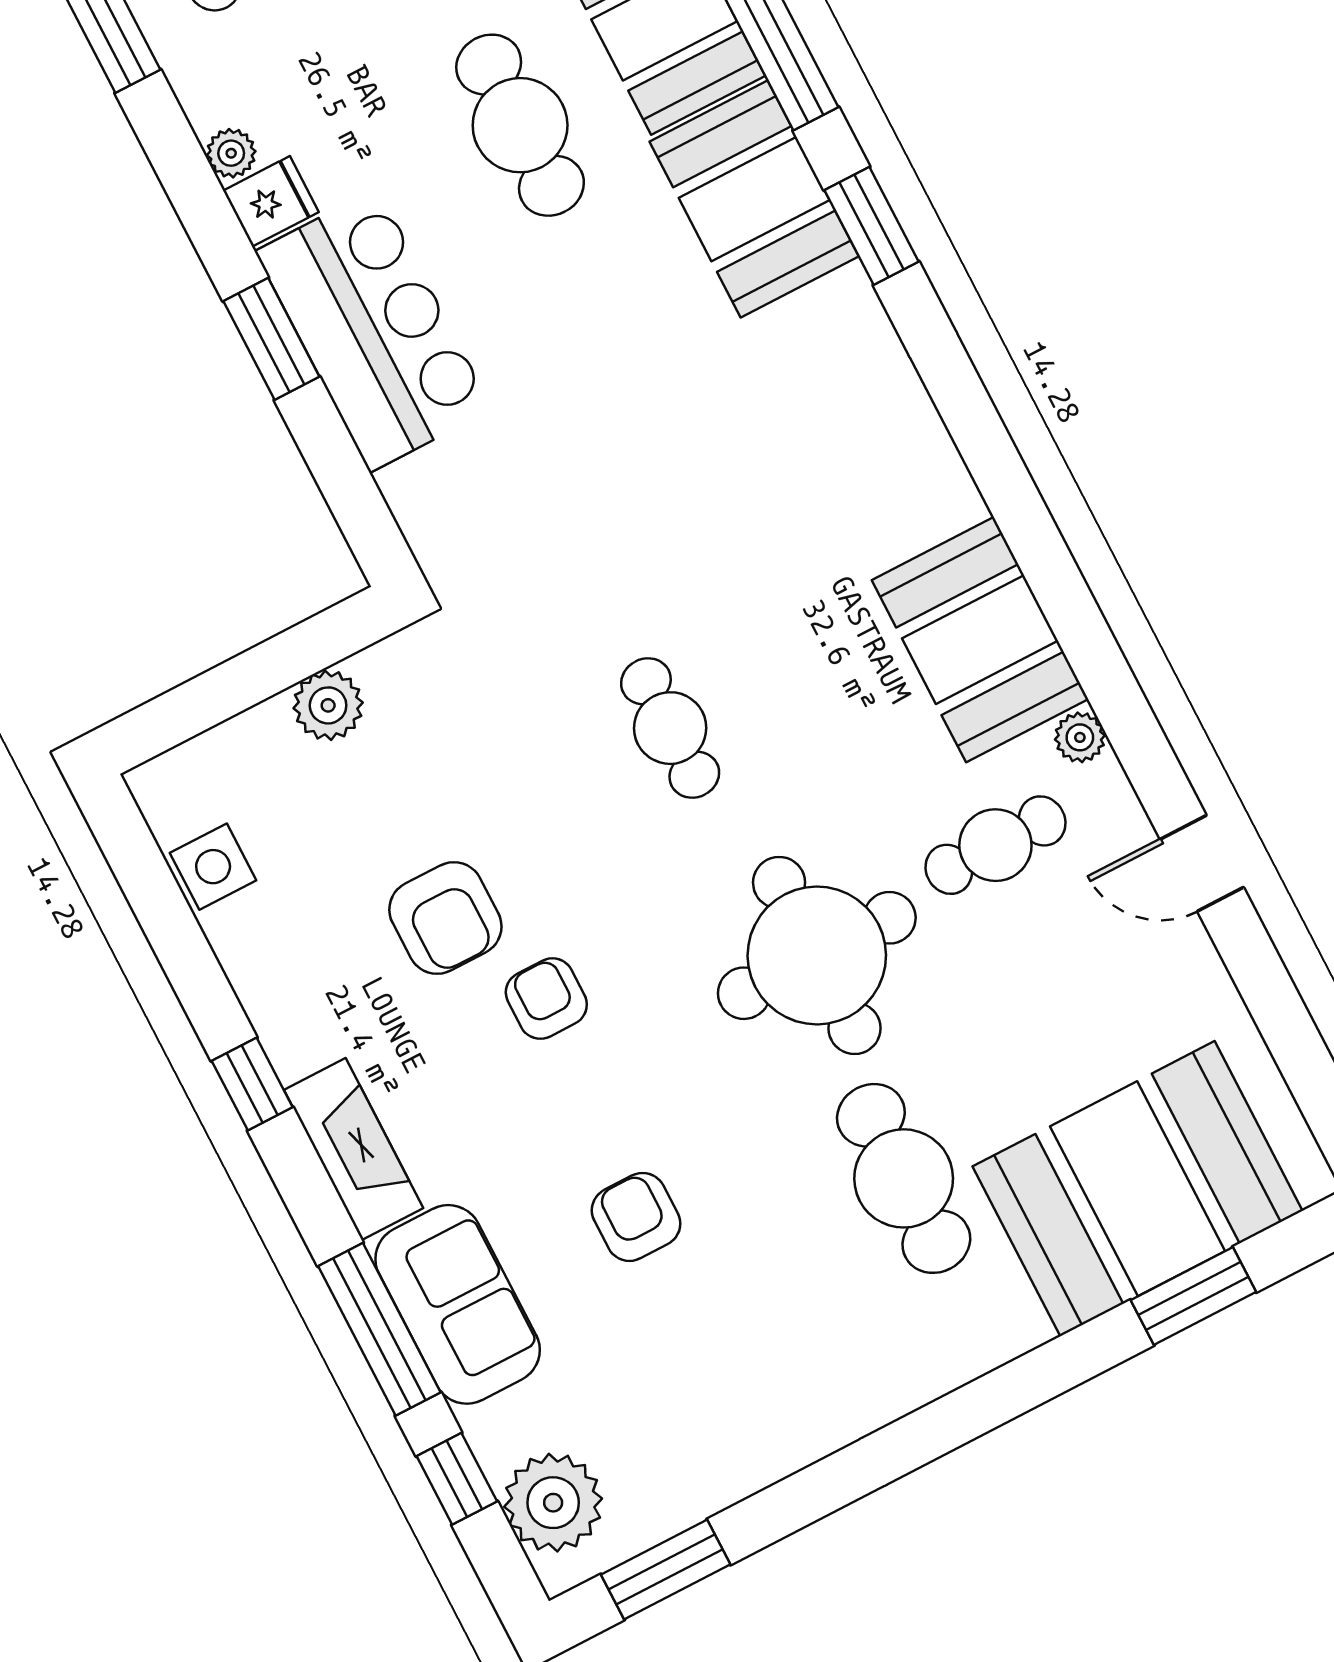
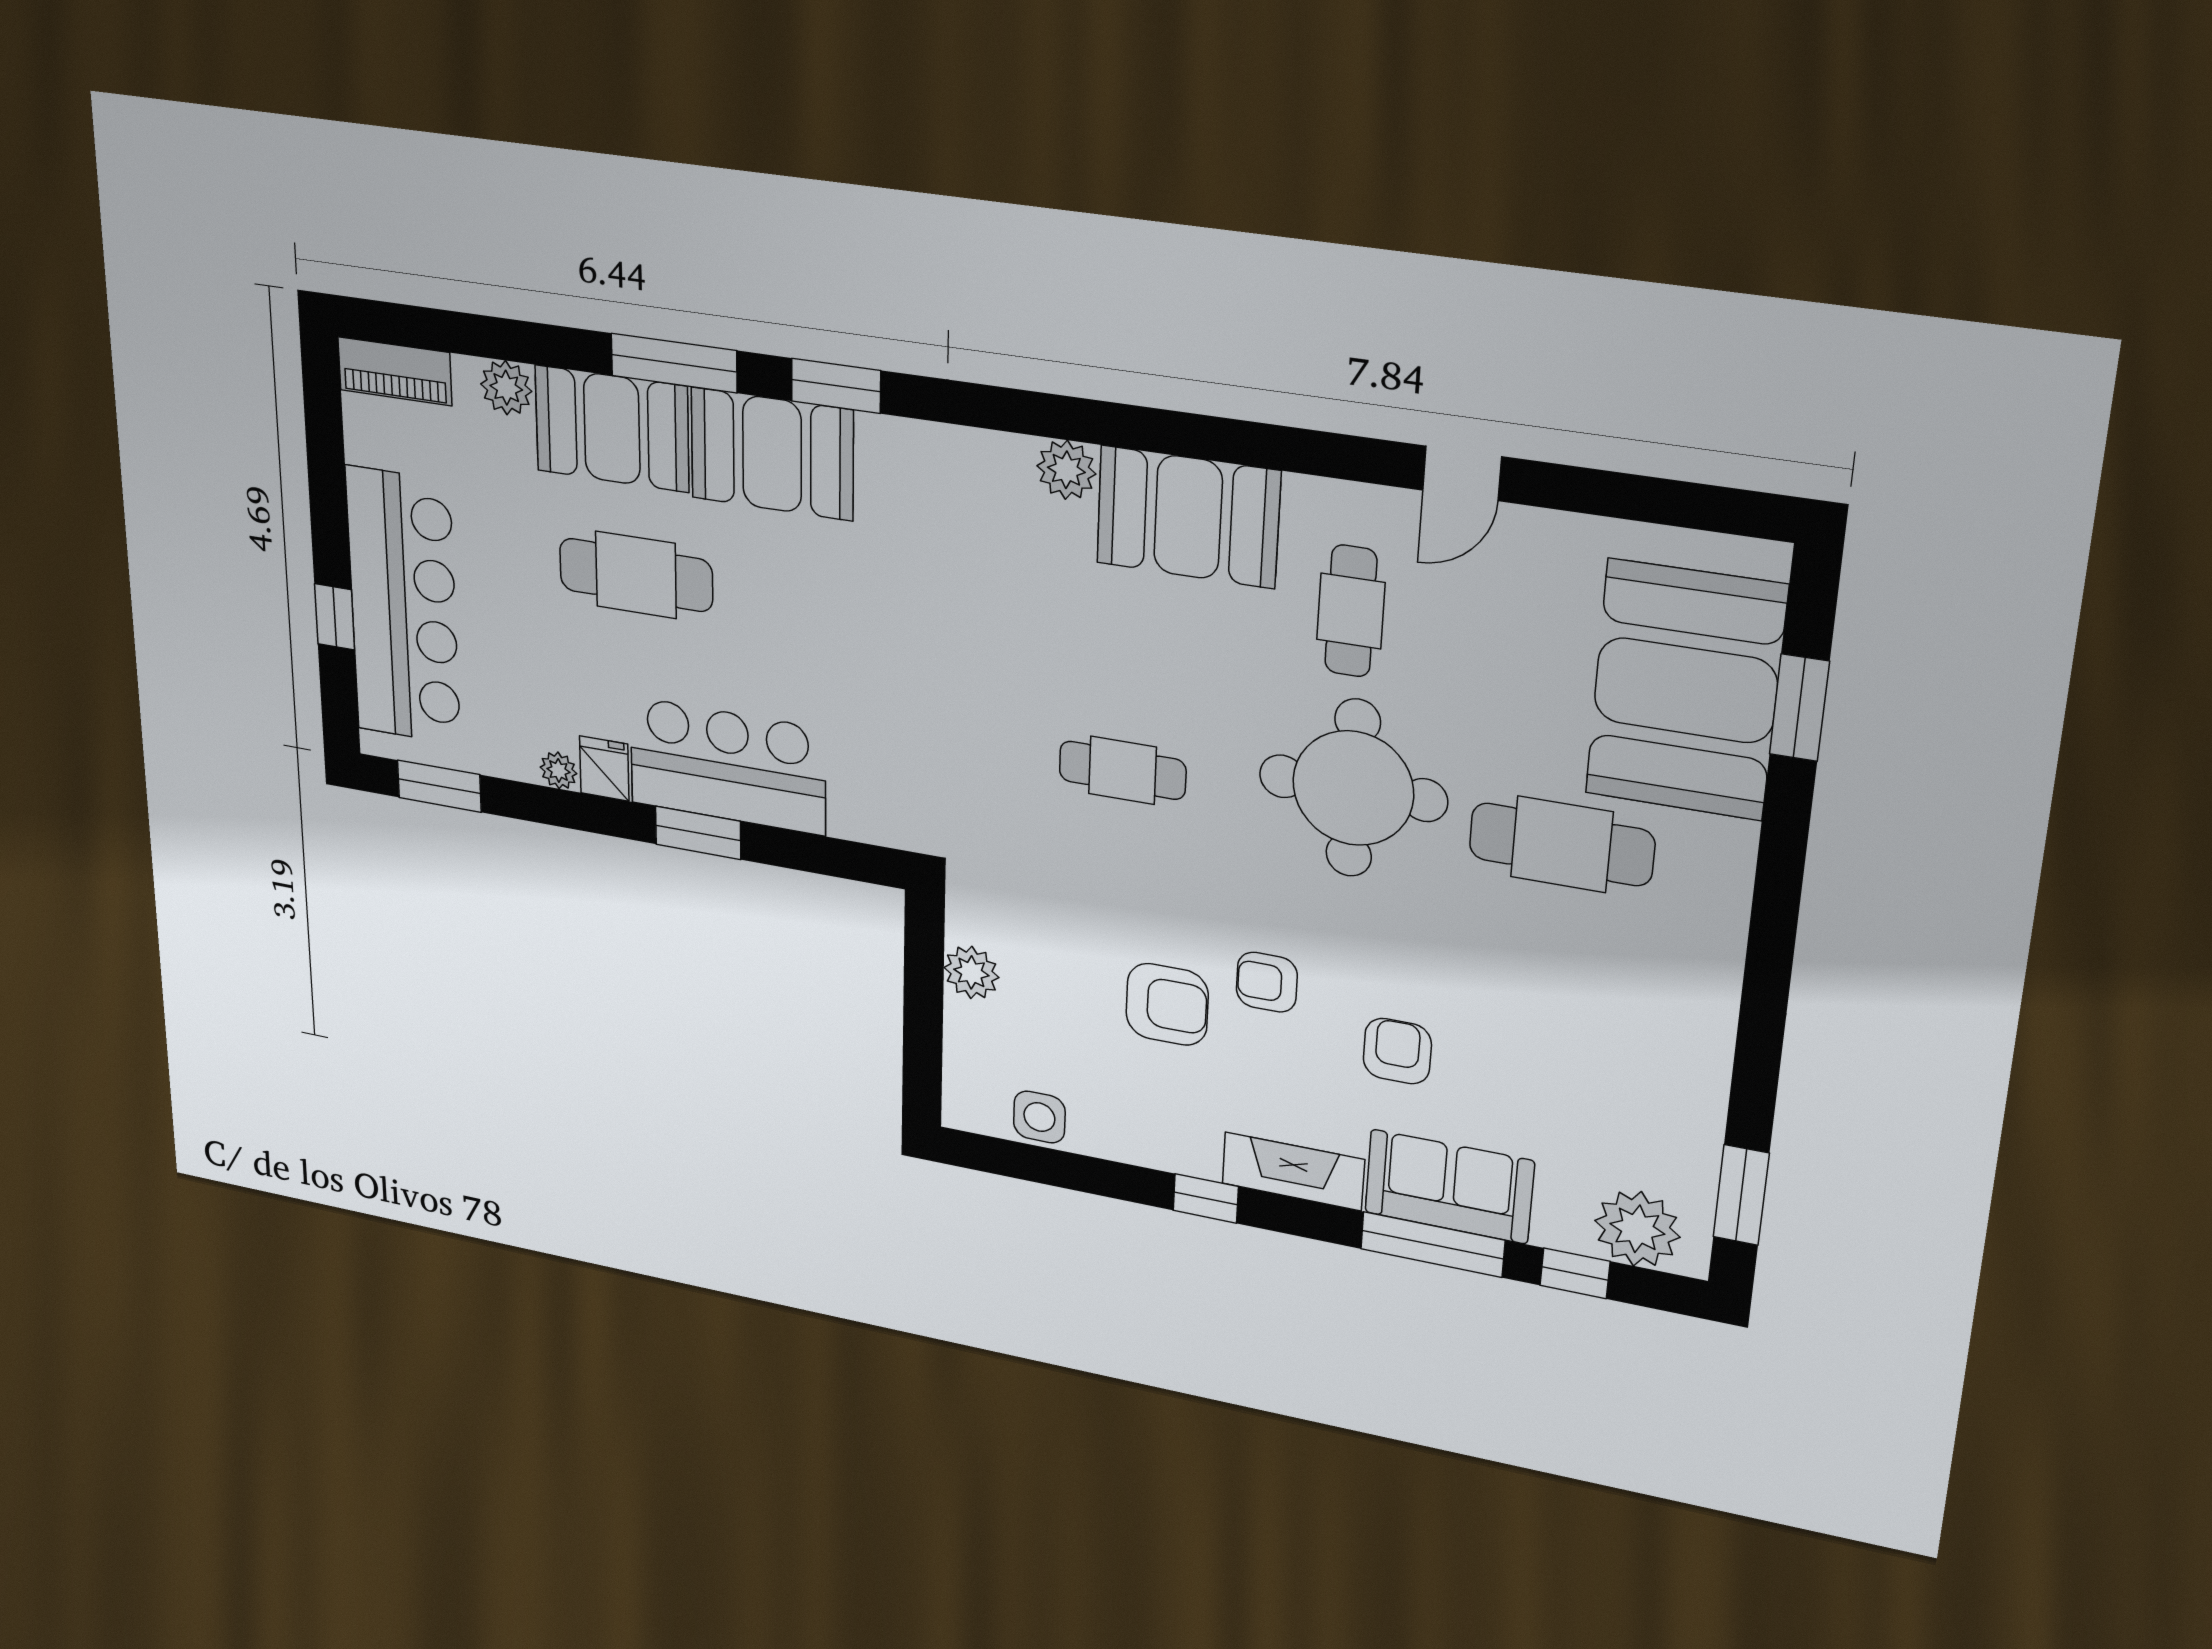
plant: (1080, 737) -> (1066, 470), moved, width x1.38, depth x1.38
armchair: (636, 1217) -> (1397, 1051), moved, turned 90

